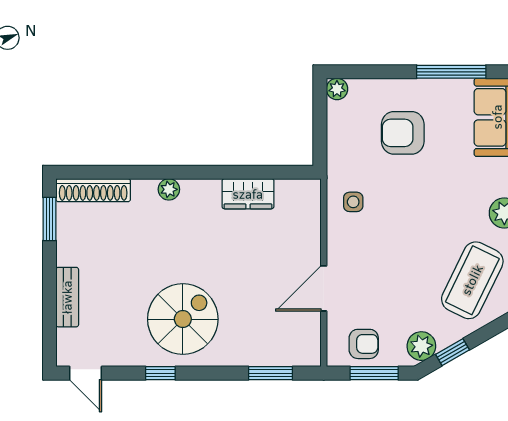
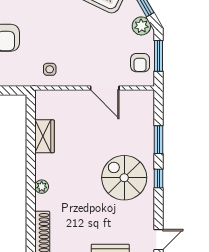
armchair: (364, 344) -> (140, 63), turned 180
window: (160, 373) -> (159, 178), moved
window: (271, 373) -> (159, 140), moved

